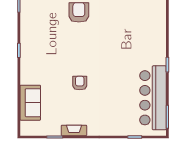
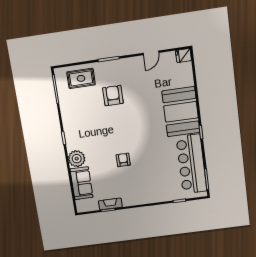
booth: (149, 40) -> (181, 112), added
plant: (29, 75) -> (77, 159), added
fireplace: (74, 130) -> (110, 204), moved

